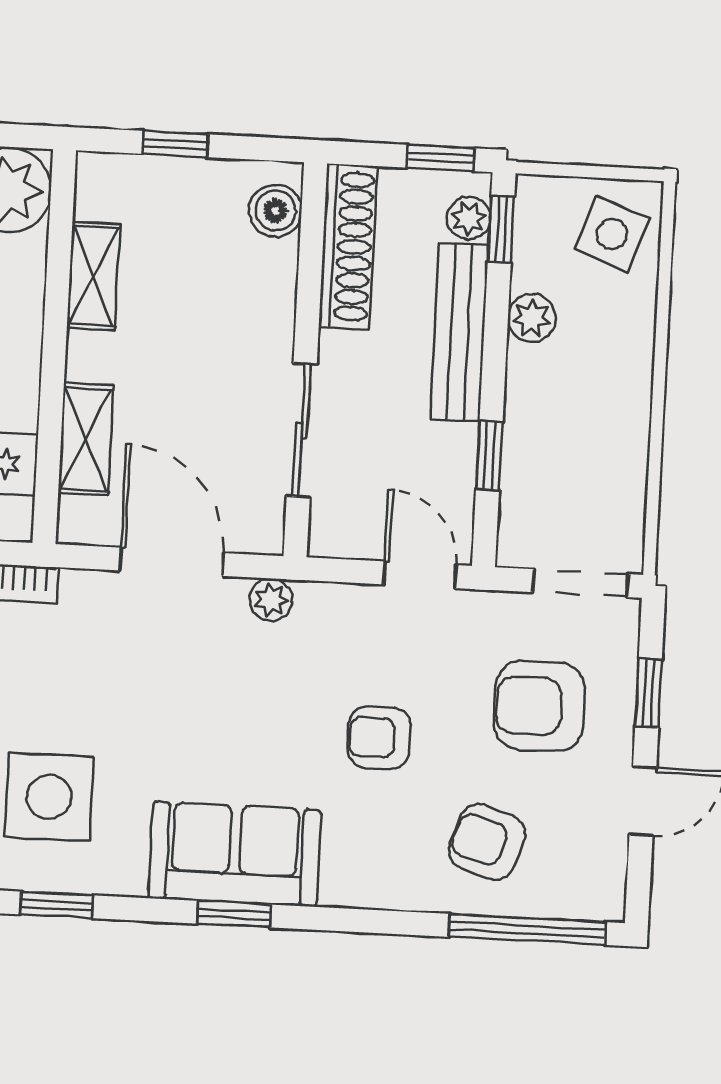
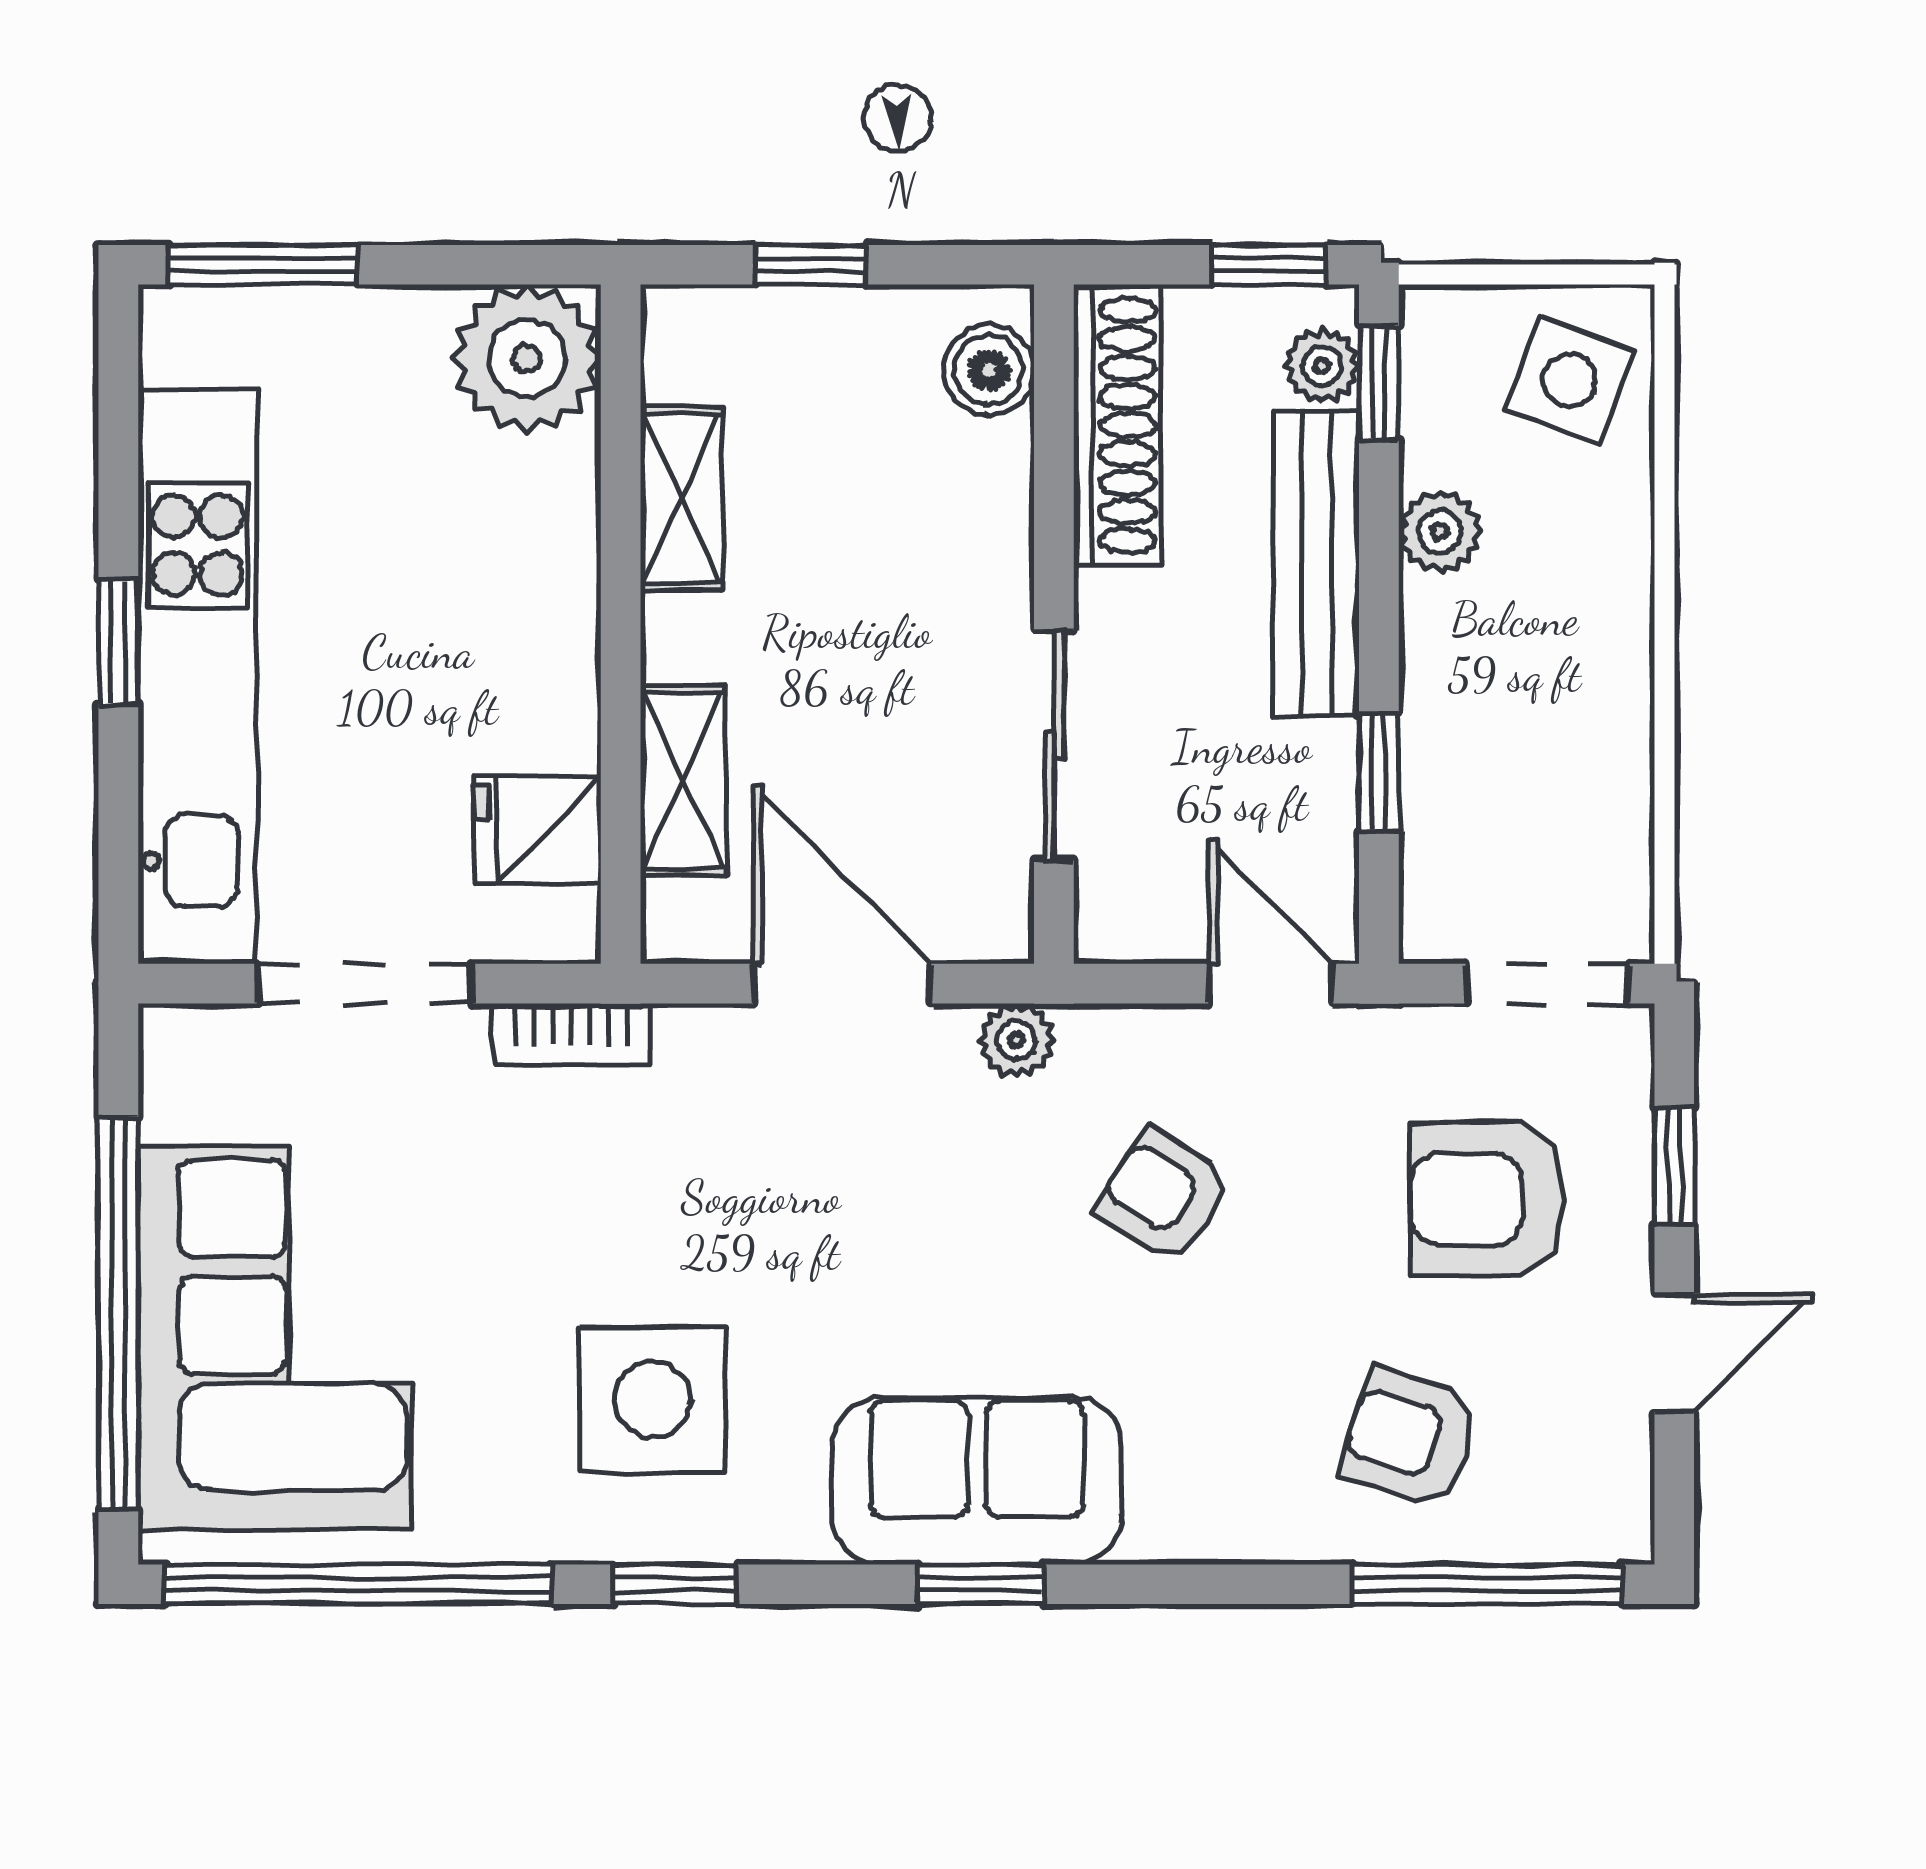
armchair: (379, 738) -> (1164, 1196), moved, turned 33

